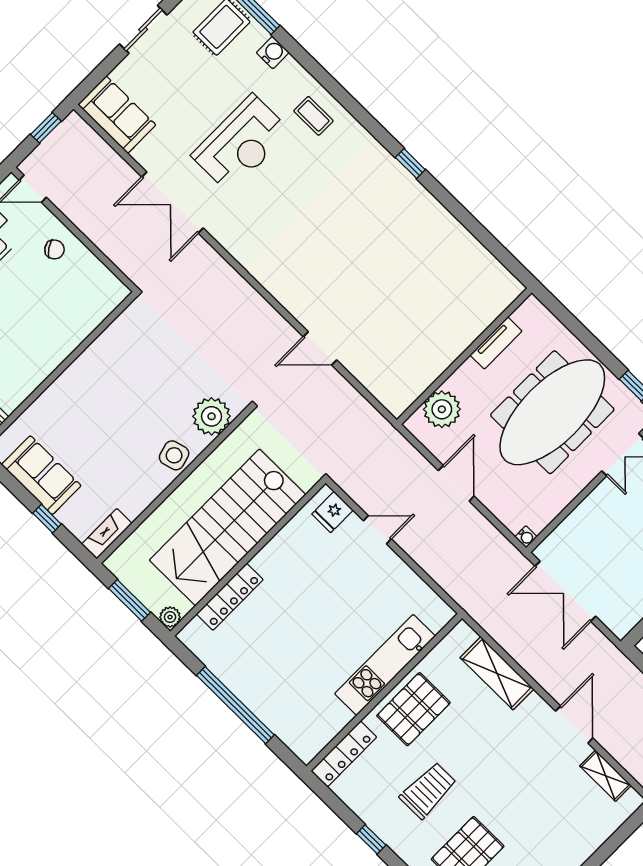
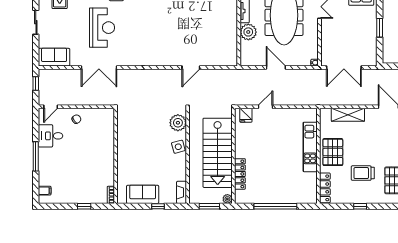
plant: (442, 409) -> (248, 32), moved
trolley: (428, 790) -> (363, 173), turned -90

